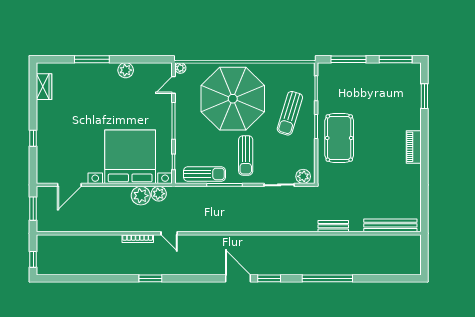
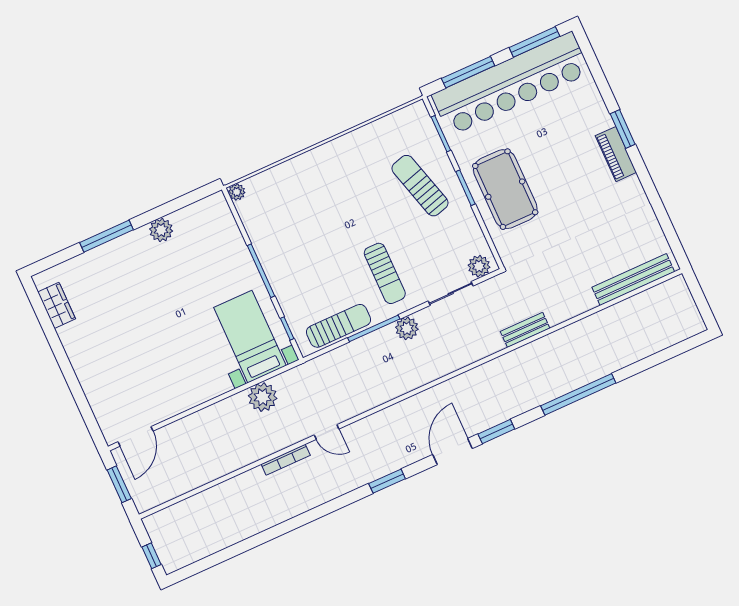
bar counter: (371, 77) -> (511, 84), added
door: (174, 85) -> (238, 220), removed
window: (424, 96) -> (623, 129), moved
parasol: (233, 99) -> (330, 202), removed
sun lounger: (290, 113) -> (420, 186), turned 147
window: (33, 138) -> (74, 385), removed
bed with nightstands: (130, 157) -> (250, 337), width x0.54
door: (69, 185) -> (136, 436), moved
plant: (159, 194) -> (407, 328), moved
bench: (333, 226) -> (525, 330), moved
window: (150, 278) -> (387, 481), moved
door: (238, 278) -> (452, 451), hinge flipped

